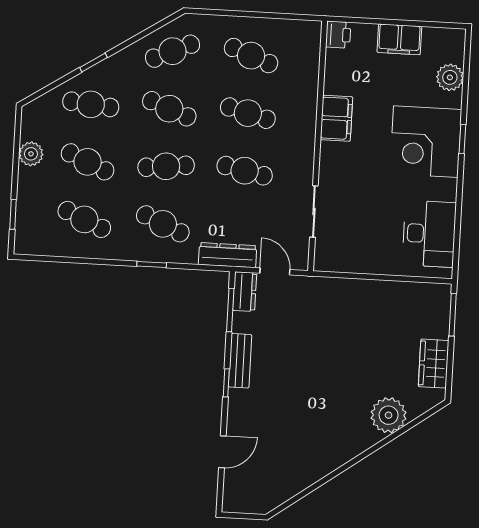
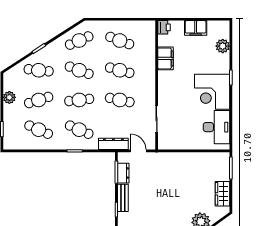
filing cabinet: (336, 118) -> (166, 58), moved
corner desk: (426, 142) -> (212, 92), moved
cafe table: (88, 162) -> (39, 100), turned -42
dresser: (245, 292) -> (123, 173), moved

